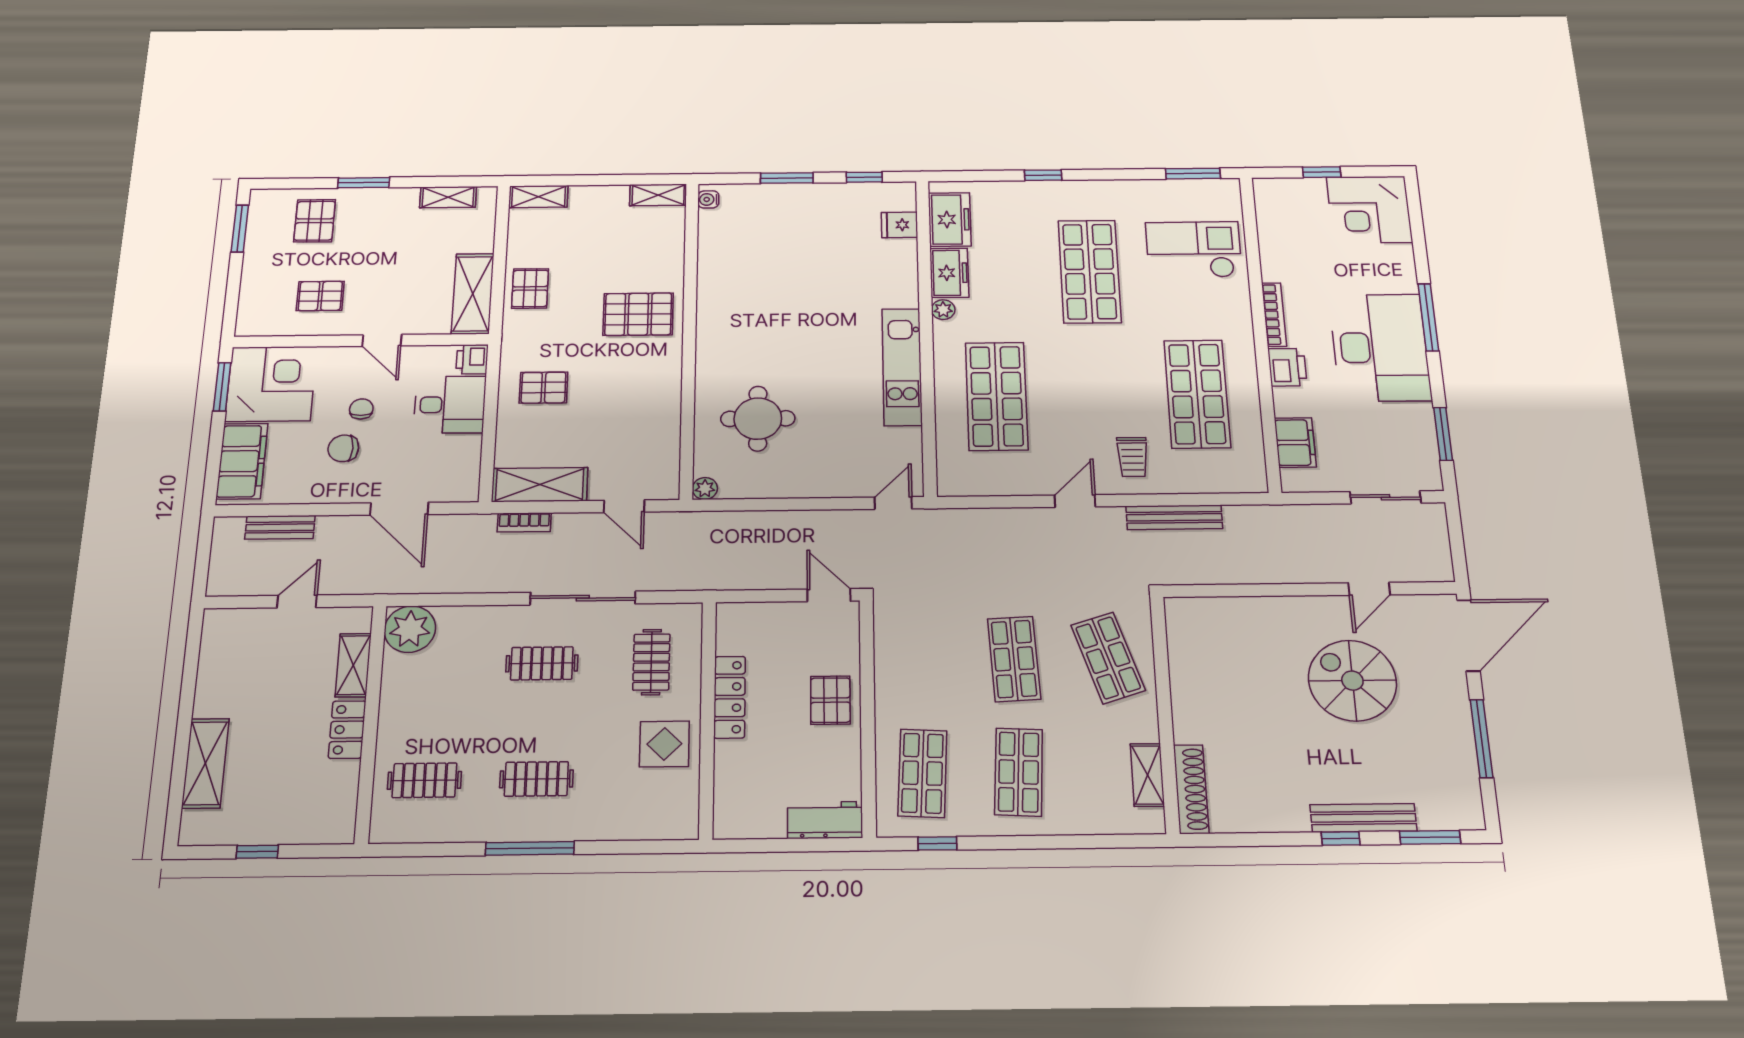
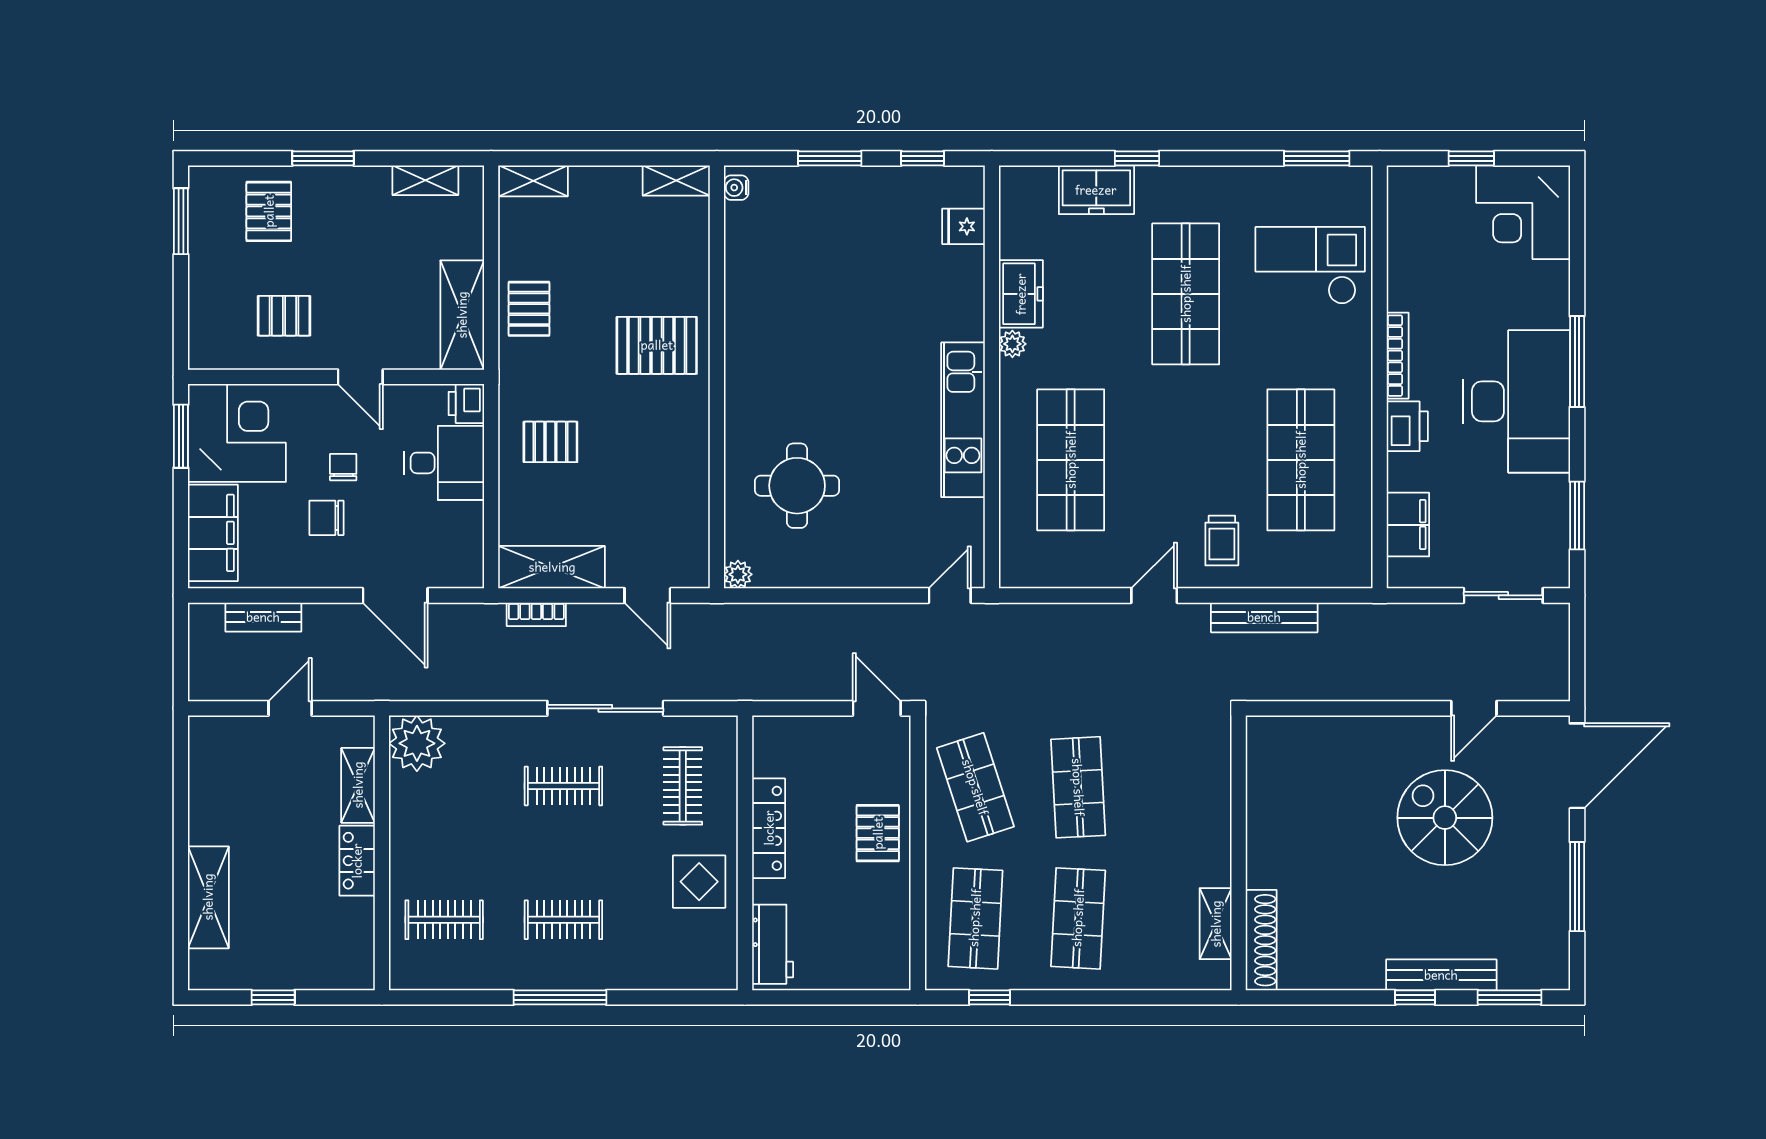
freezer: (950, 219) -> (1096, 190), moved, turned 90
shop shelf: (1108, 658) -> (975, 787), moved
workbench: (825, 820) -> (773, 944), moved, turned 90

